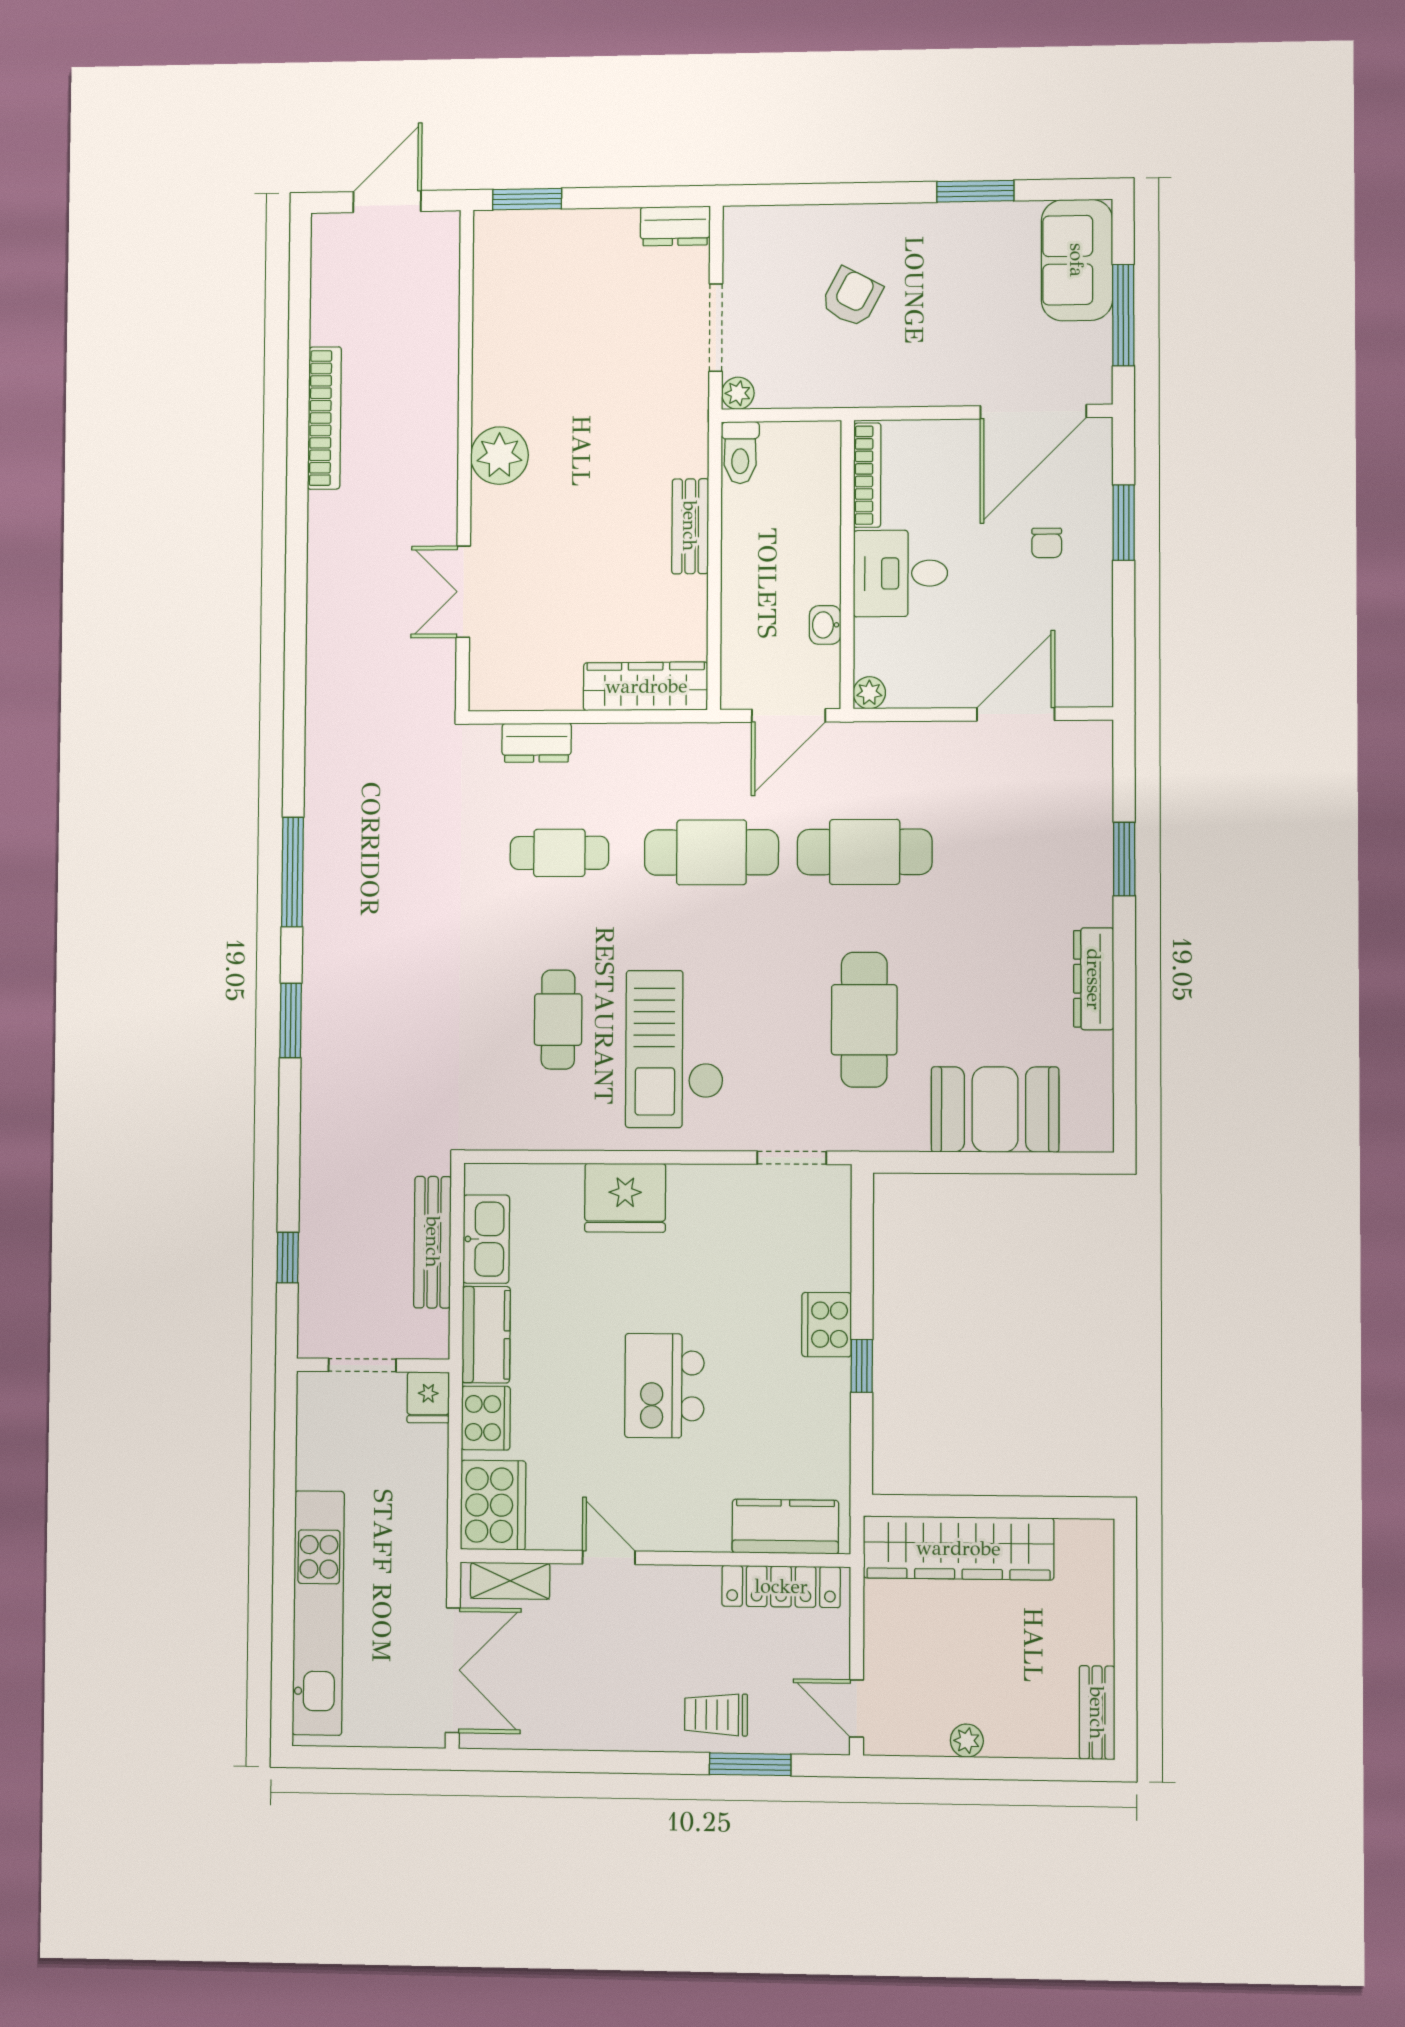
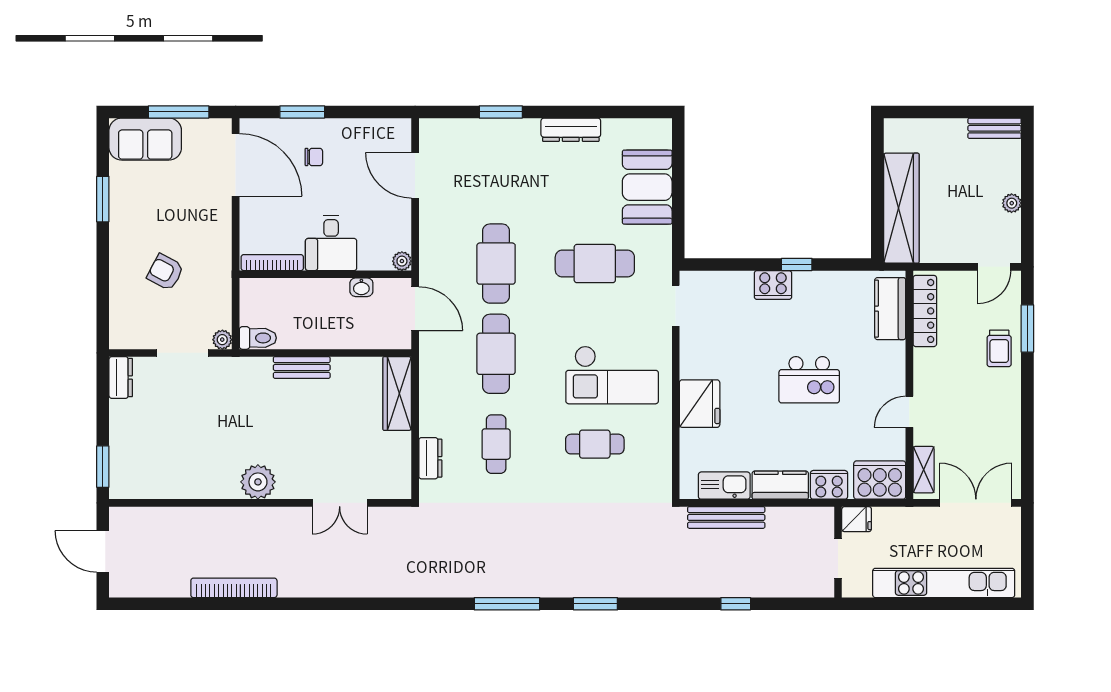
doorway: (362, 1365) -> (838, 558), moved
wall: (373, 1365) -> (838, 552), moved
fridge: (428, 1397) -> (857, 519), moved

